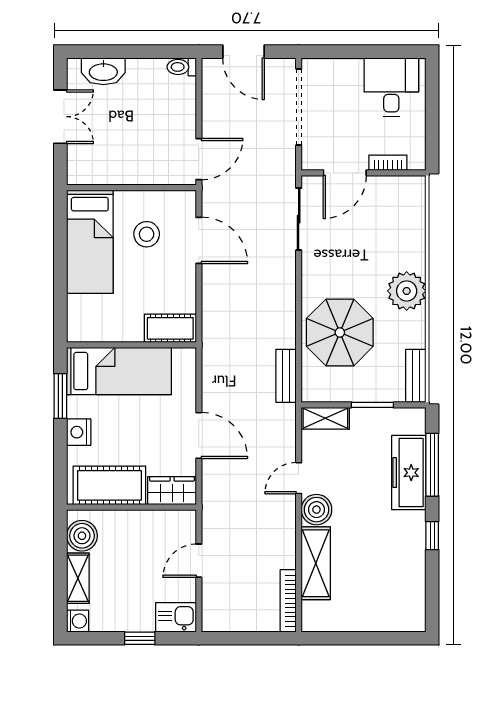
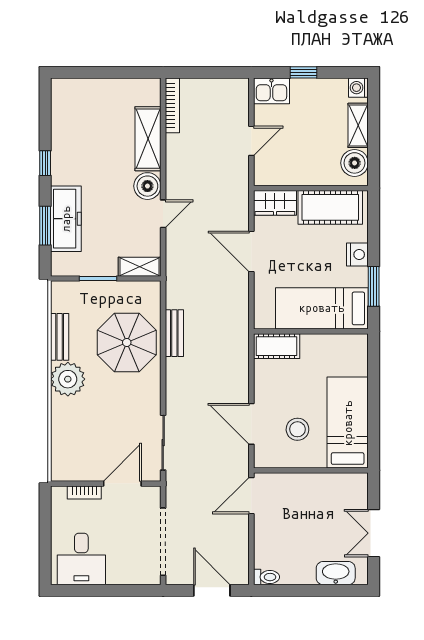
bench: (286, 376) -> (174, 333), moved
bench: (416, 376) -> (60, 337), moved
window: (432, 465) -> (45, 226), width x0.69

